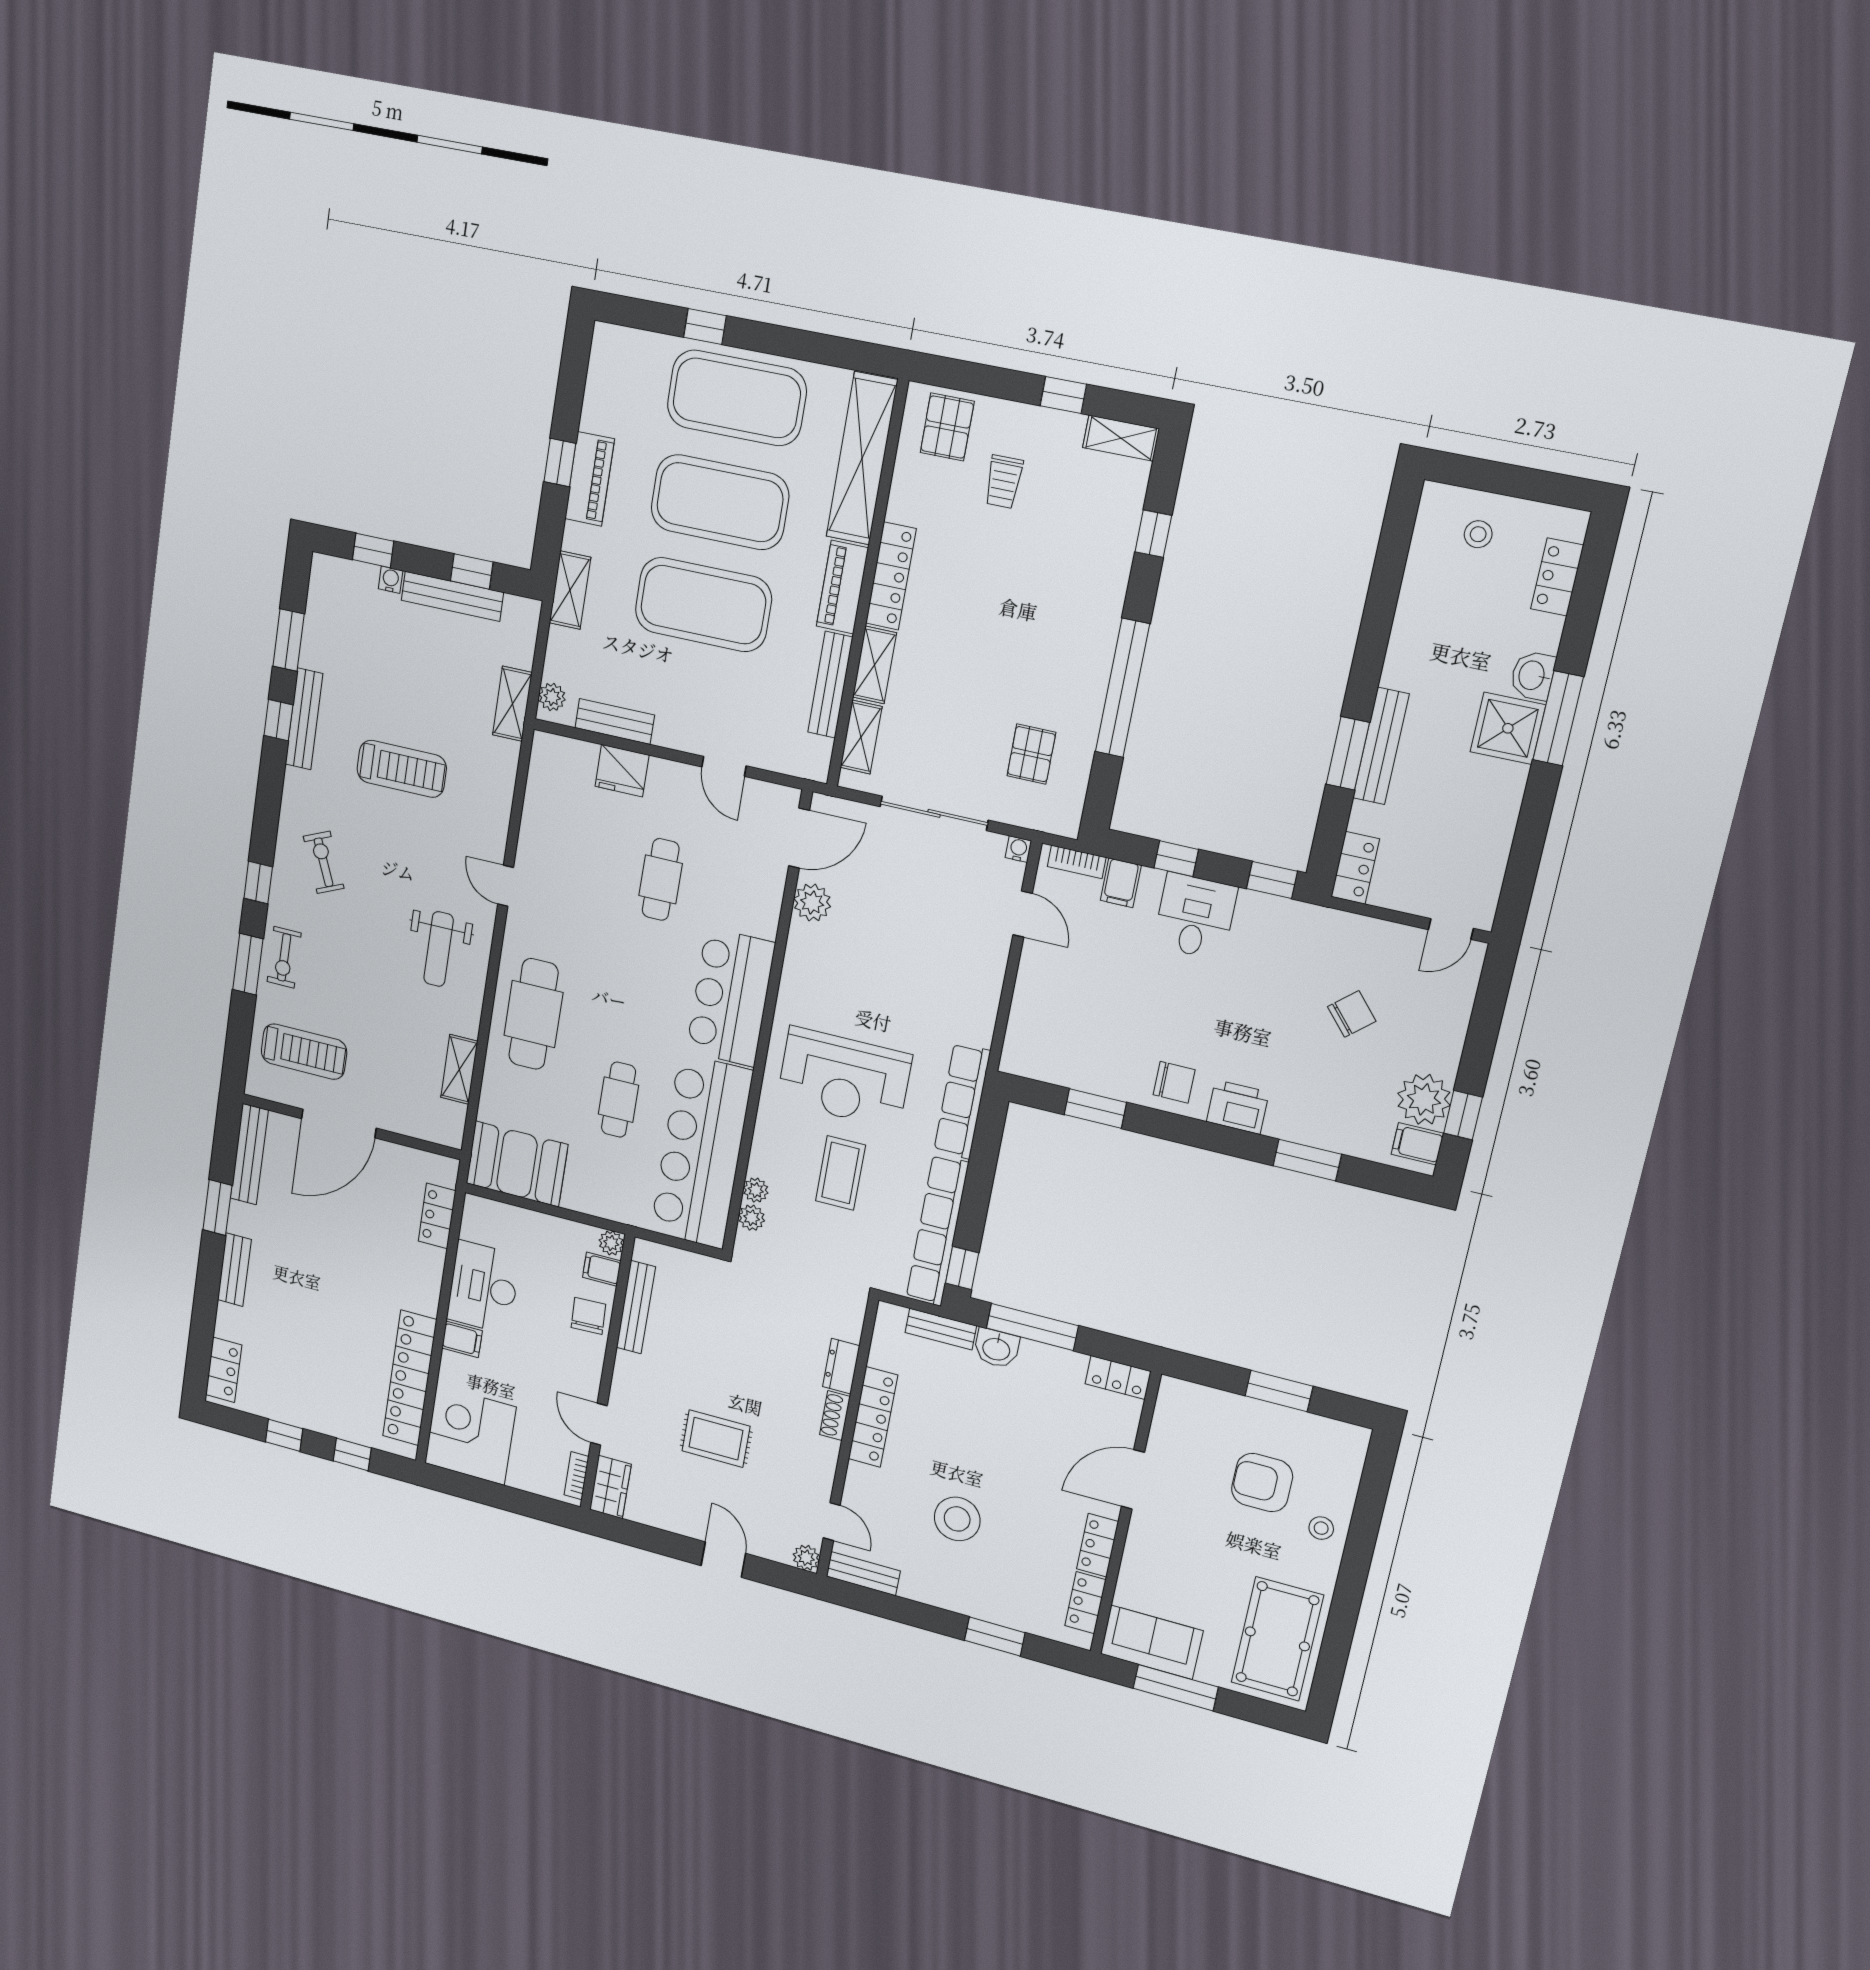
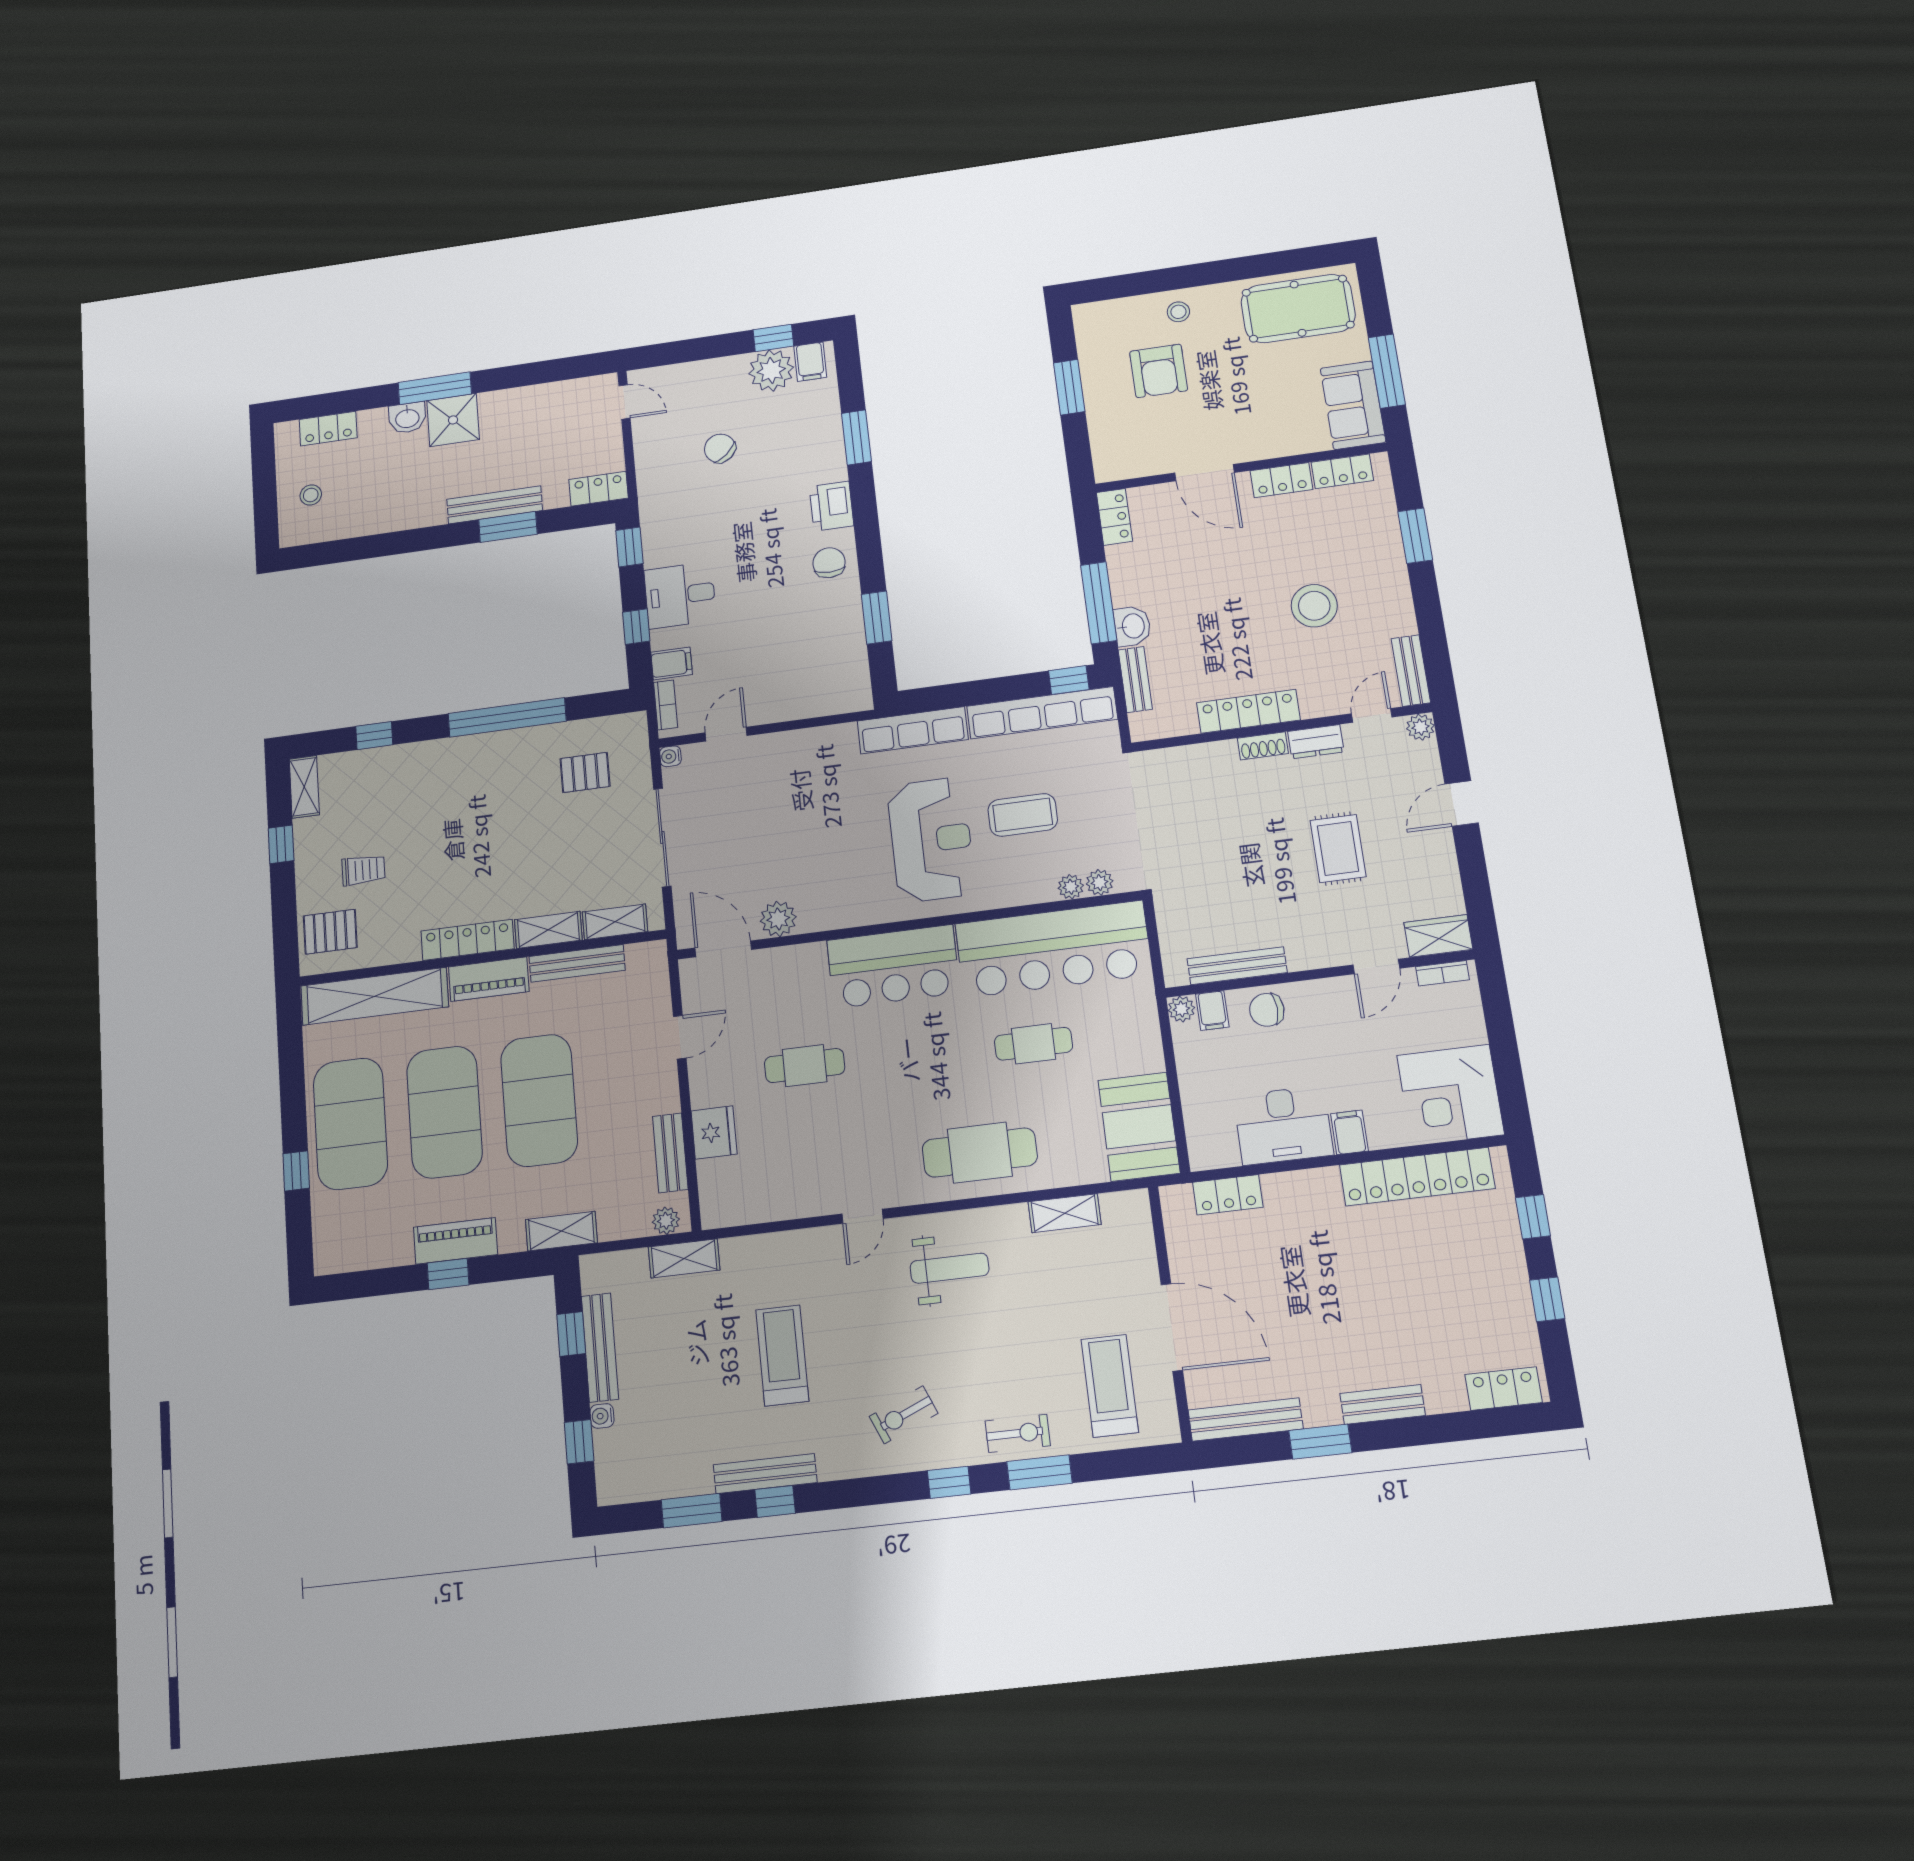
dresser: (841, 1366) -> (1316, 742), moved

